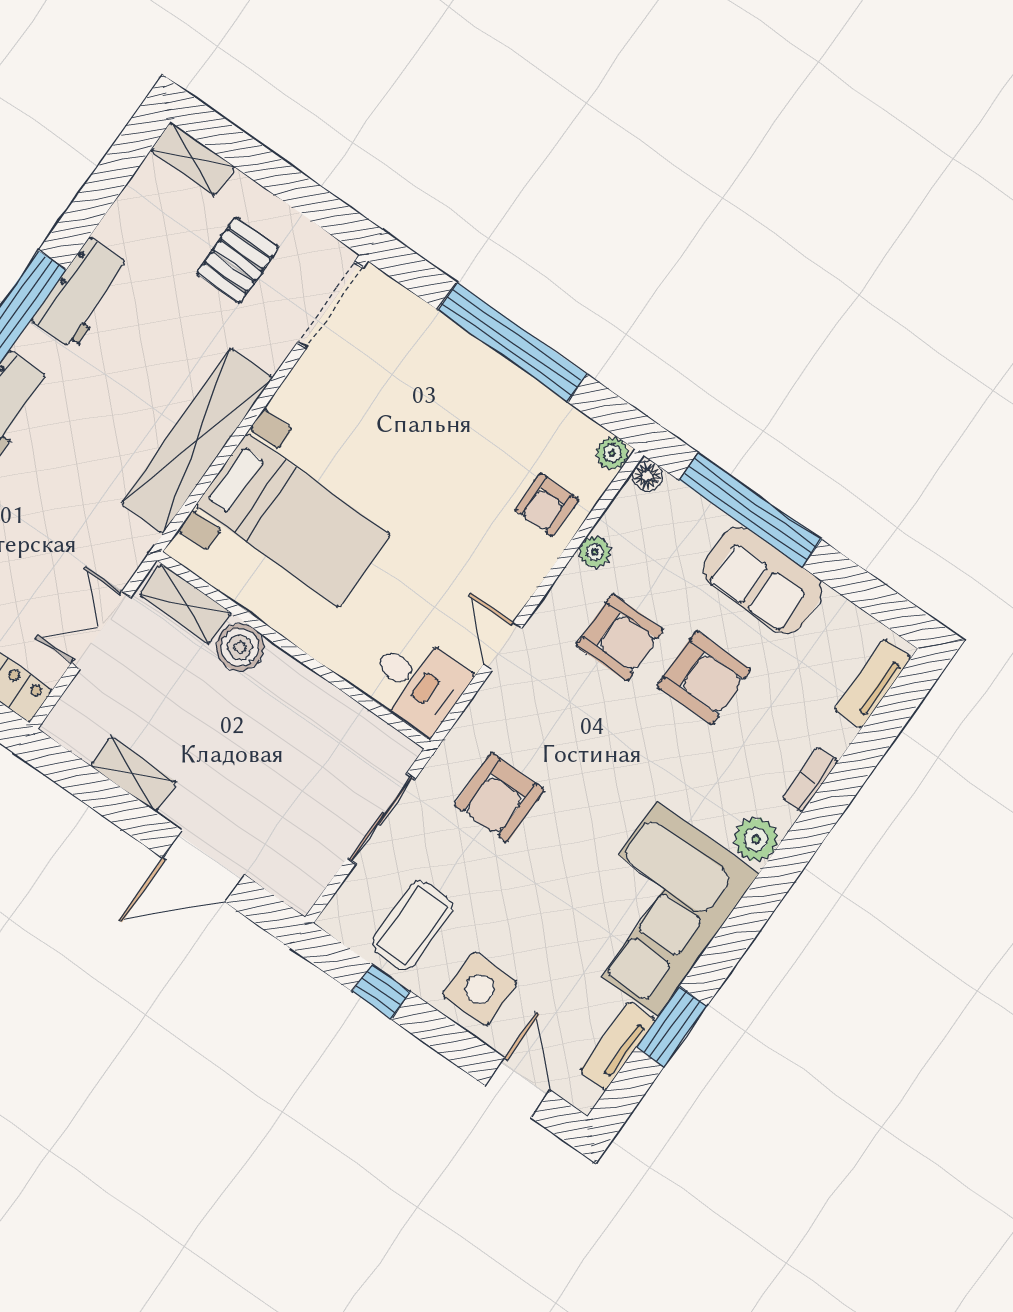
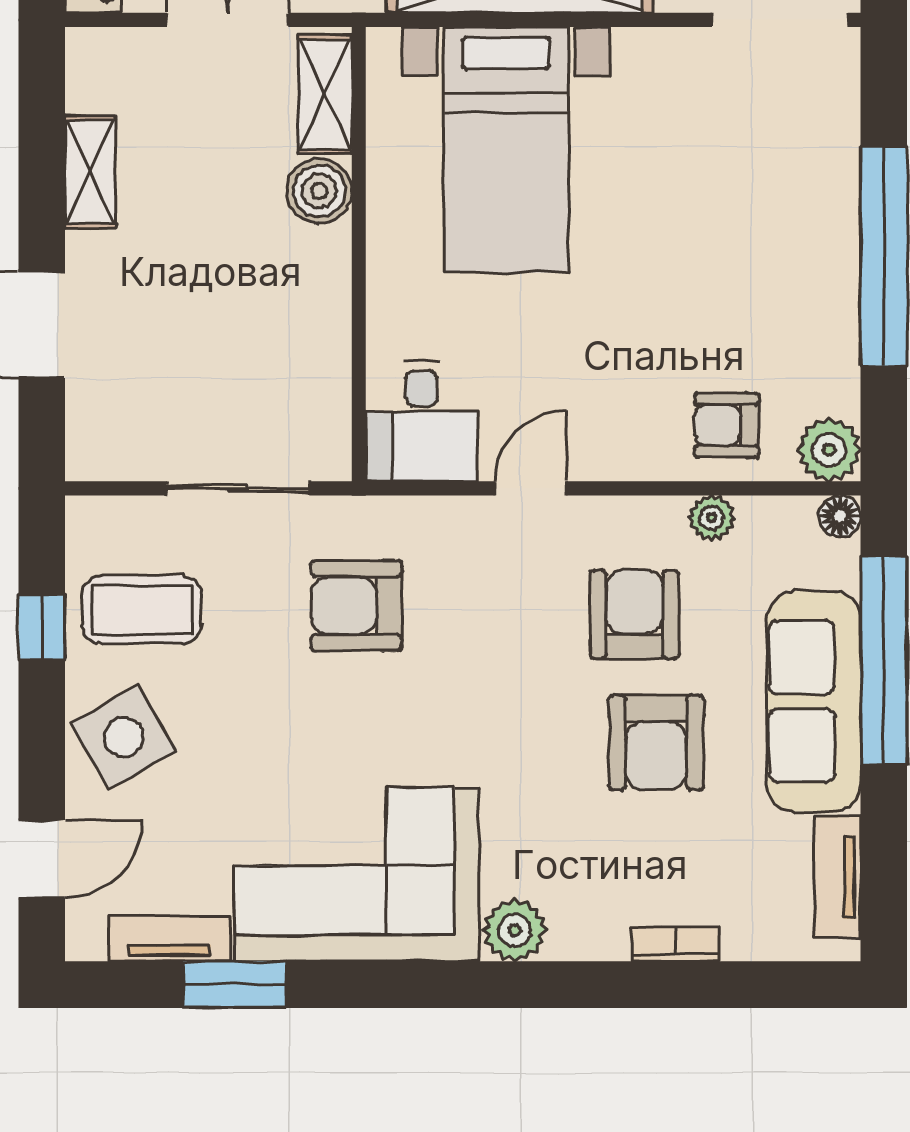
plant: (612, 453) -> (829, 450), width x1.38, depth x1.38
sofa: (763, 580) -> (814, 701), width x1.36
armchair: (620, 638) -> (634, 614), turned 180
tv unit: (873, 684) -> (837, 877), moved, turned -90
bookcase: (810, 780) -> (676, 944), moved
side table: (480, 989) -> (124, 737), turned -30

